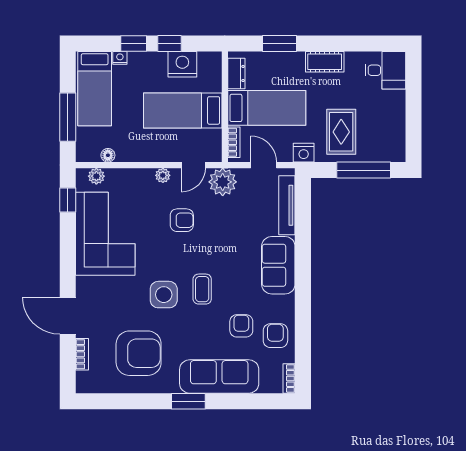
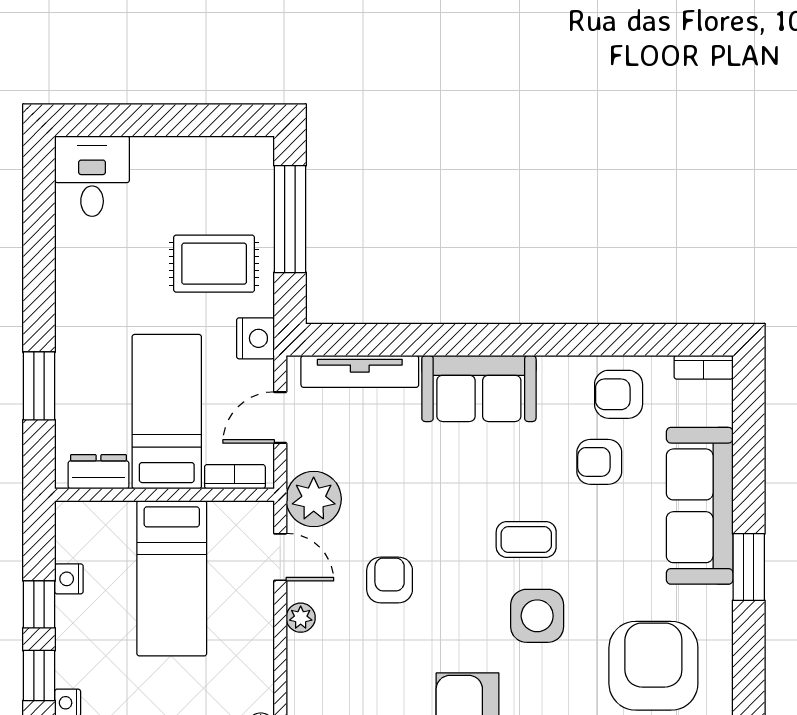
cot: (325, 62) -> (75, 297), removed
nightstand: (182, 64) -> (69, 579), width x0.53, depth x0.56

